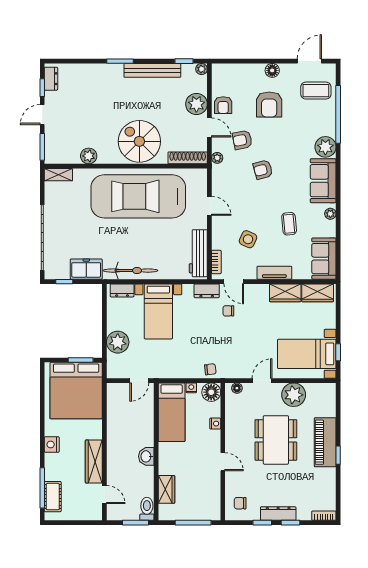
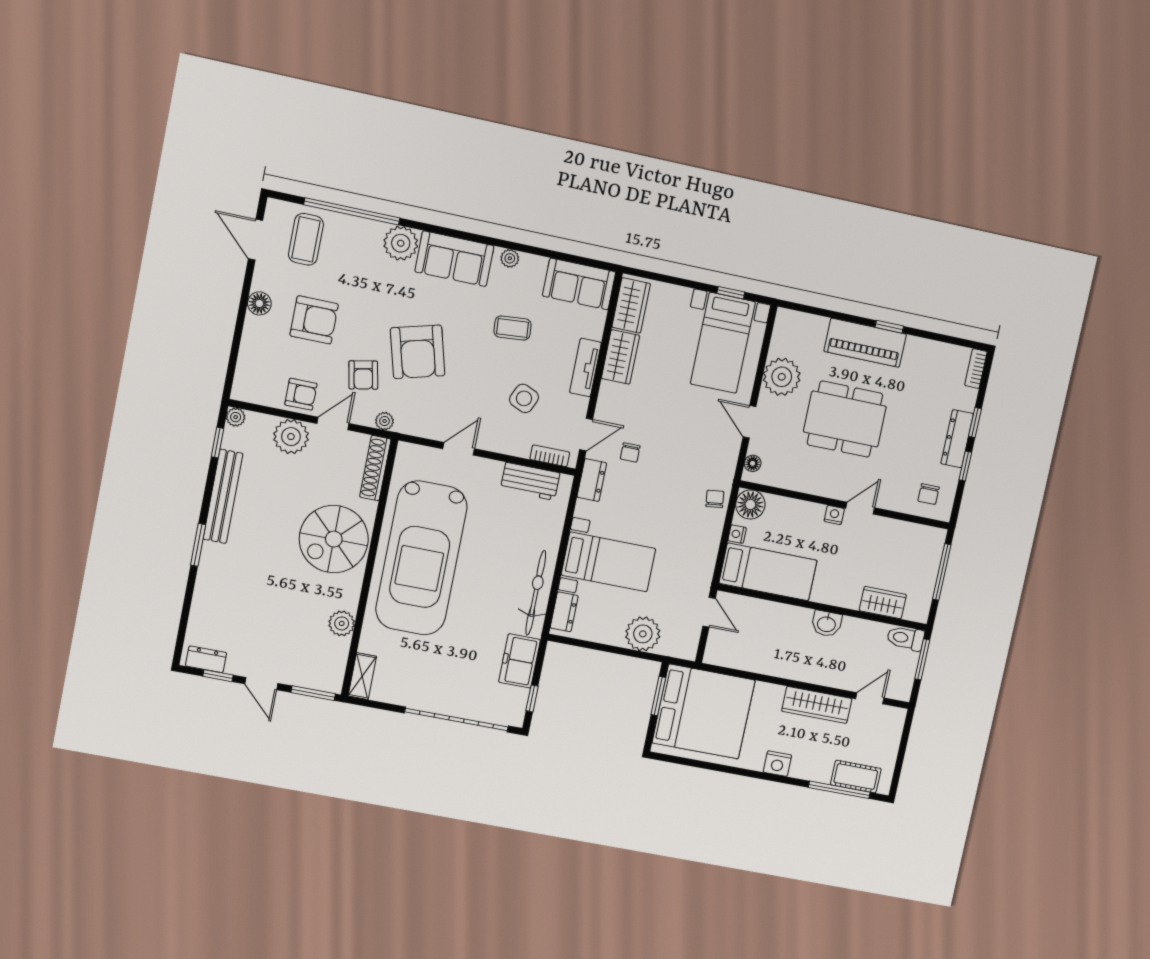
armchair: (263, 170) -> (418, 352), width x1.88, depth x1.88
workbench: (198, 253) -> (530, 481), width x0.73
nightstand: (215, 424) -> (834, 515), moved

